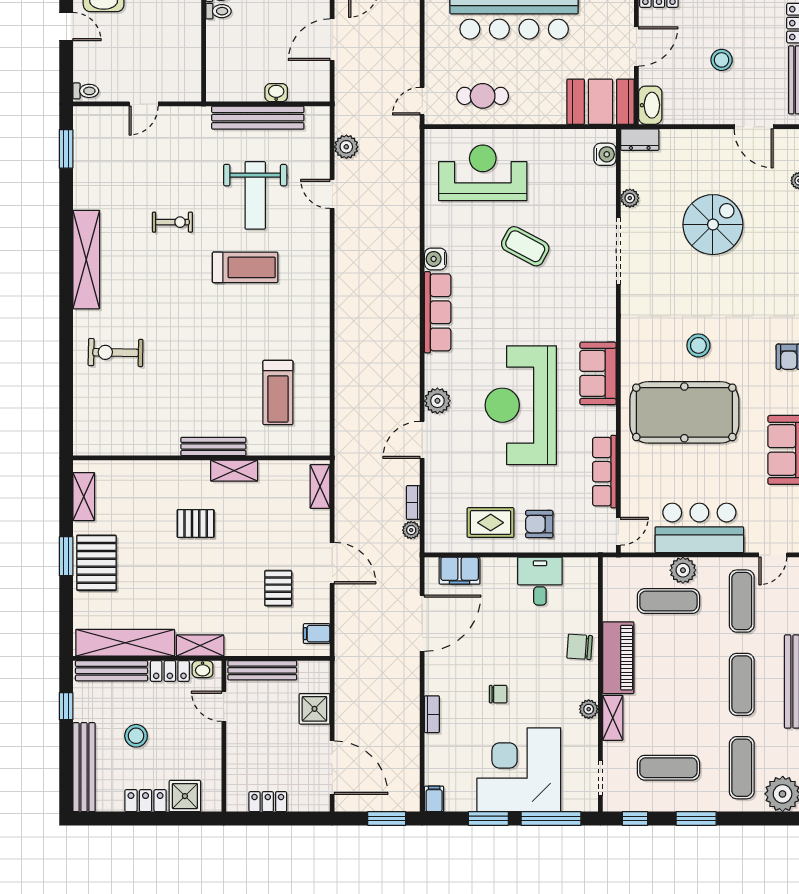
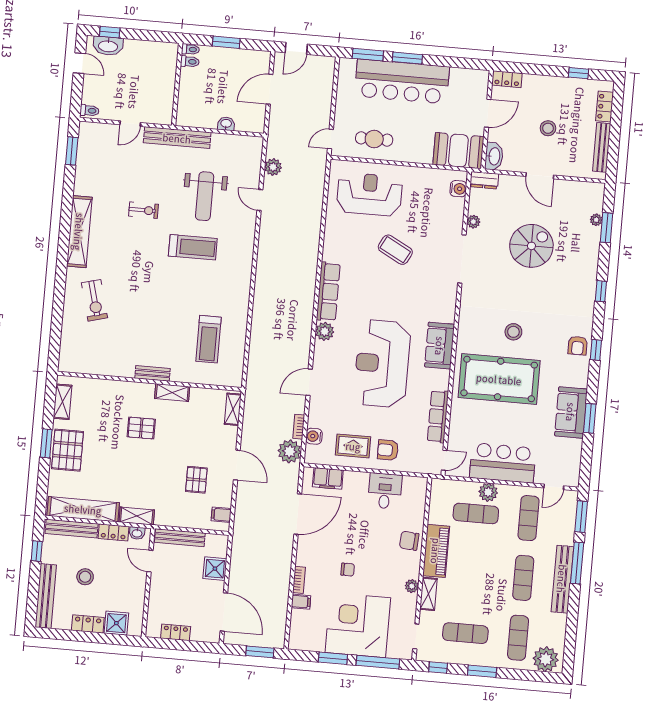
bench: (258, 118) -> (177, 138), moved
door: (754, 127) -> (540, 176), moved
water cooler: (435, 259) -> (314, 436), moved
exercise bike: (116, 353) -> (94, 300), turned -106
plant: (437, 401) -> (325, 331), moved
bench: (213, 446) -> (153, 373), width x0.73
plant: (411, 530) -> (290, 451), width x1.88, depth x1.88
filing cabinet: (434, 799) -> (301, 602), moved, turned 90

